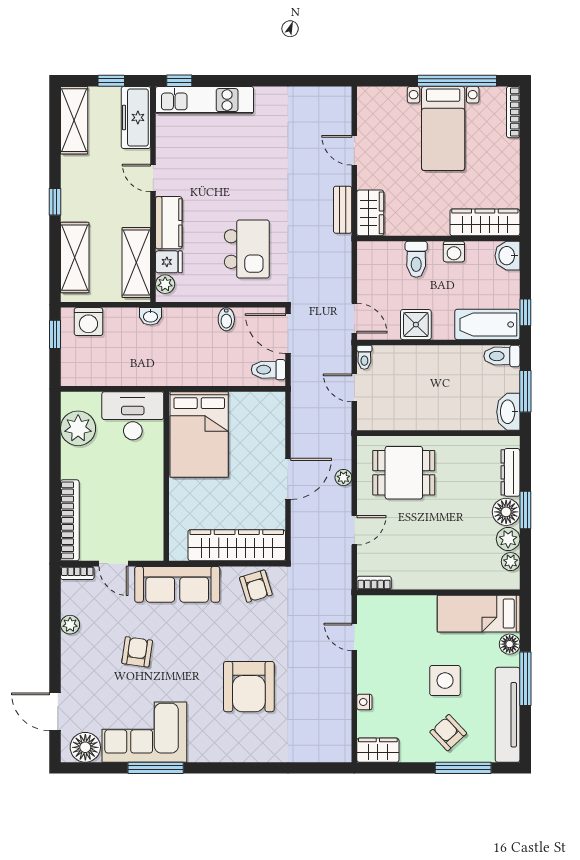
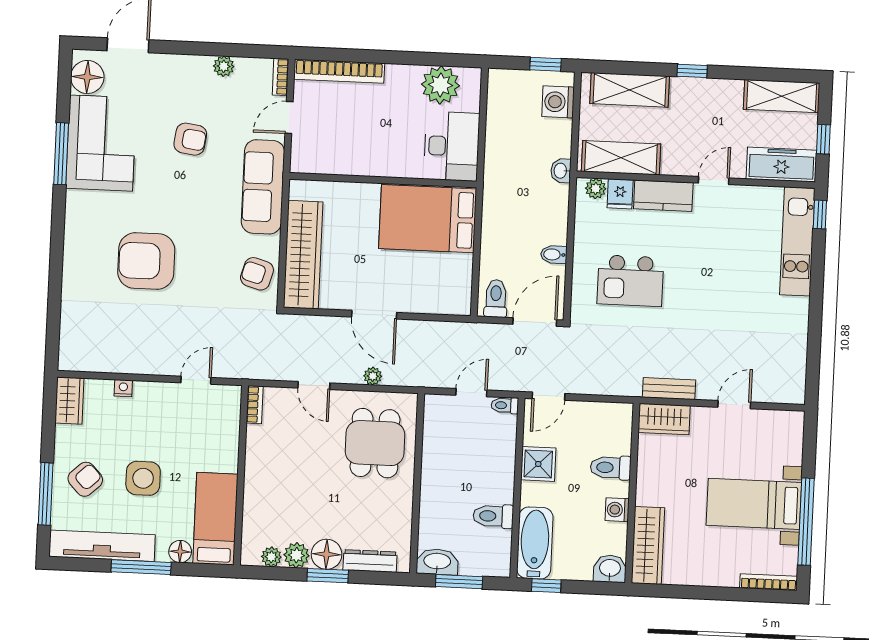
toilet: (502, 356) -> (493, 516), moved, turned -90
armchair: (256, 586) -> (257, 274), turned 33

